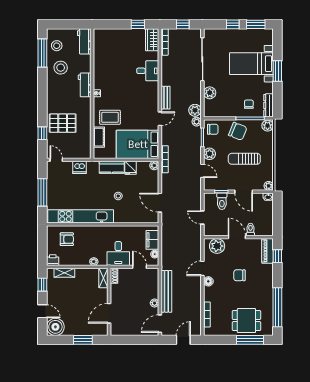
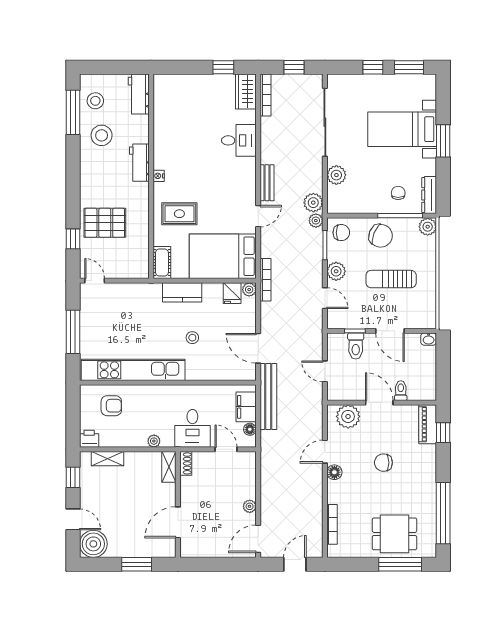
cot: (99, 137) -> (162, 263), moved
dishwasher: (79, 167) -> (131, 293), removed
fridge: (131, 168) -> (232, 293), moved
plant: (269, 186) -> (429, 322), removed
bench: (166, 291) -> (268, 397), moved

